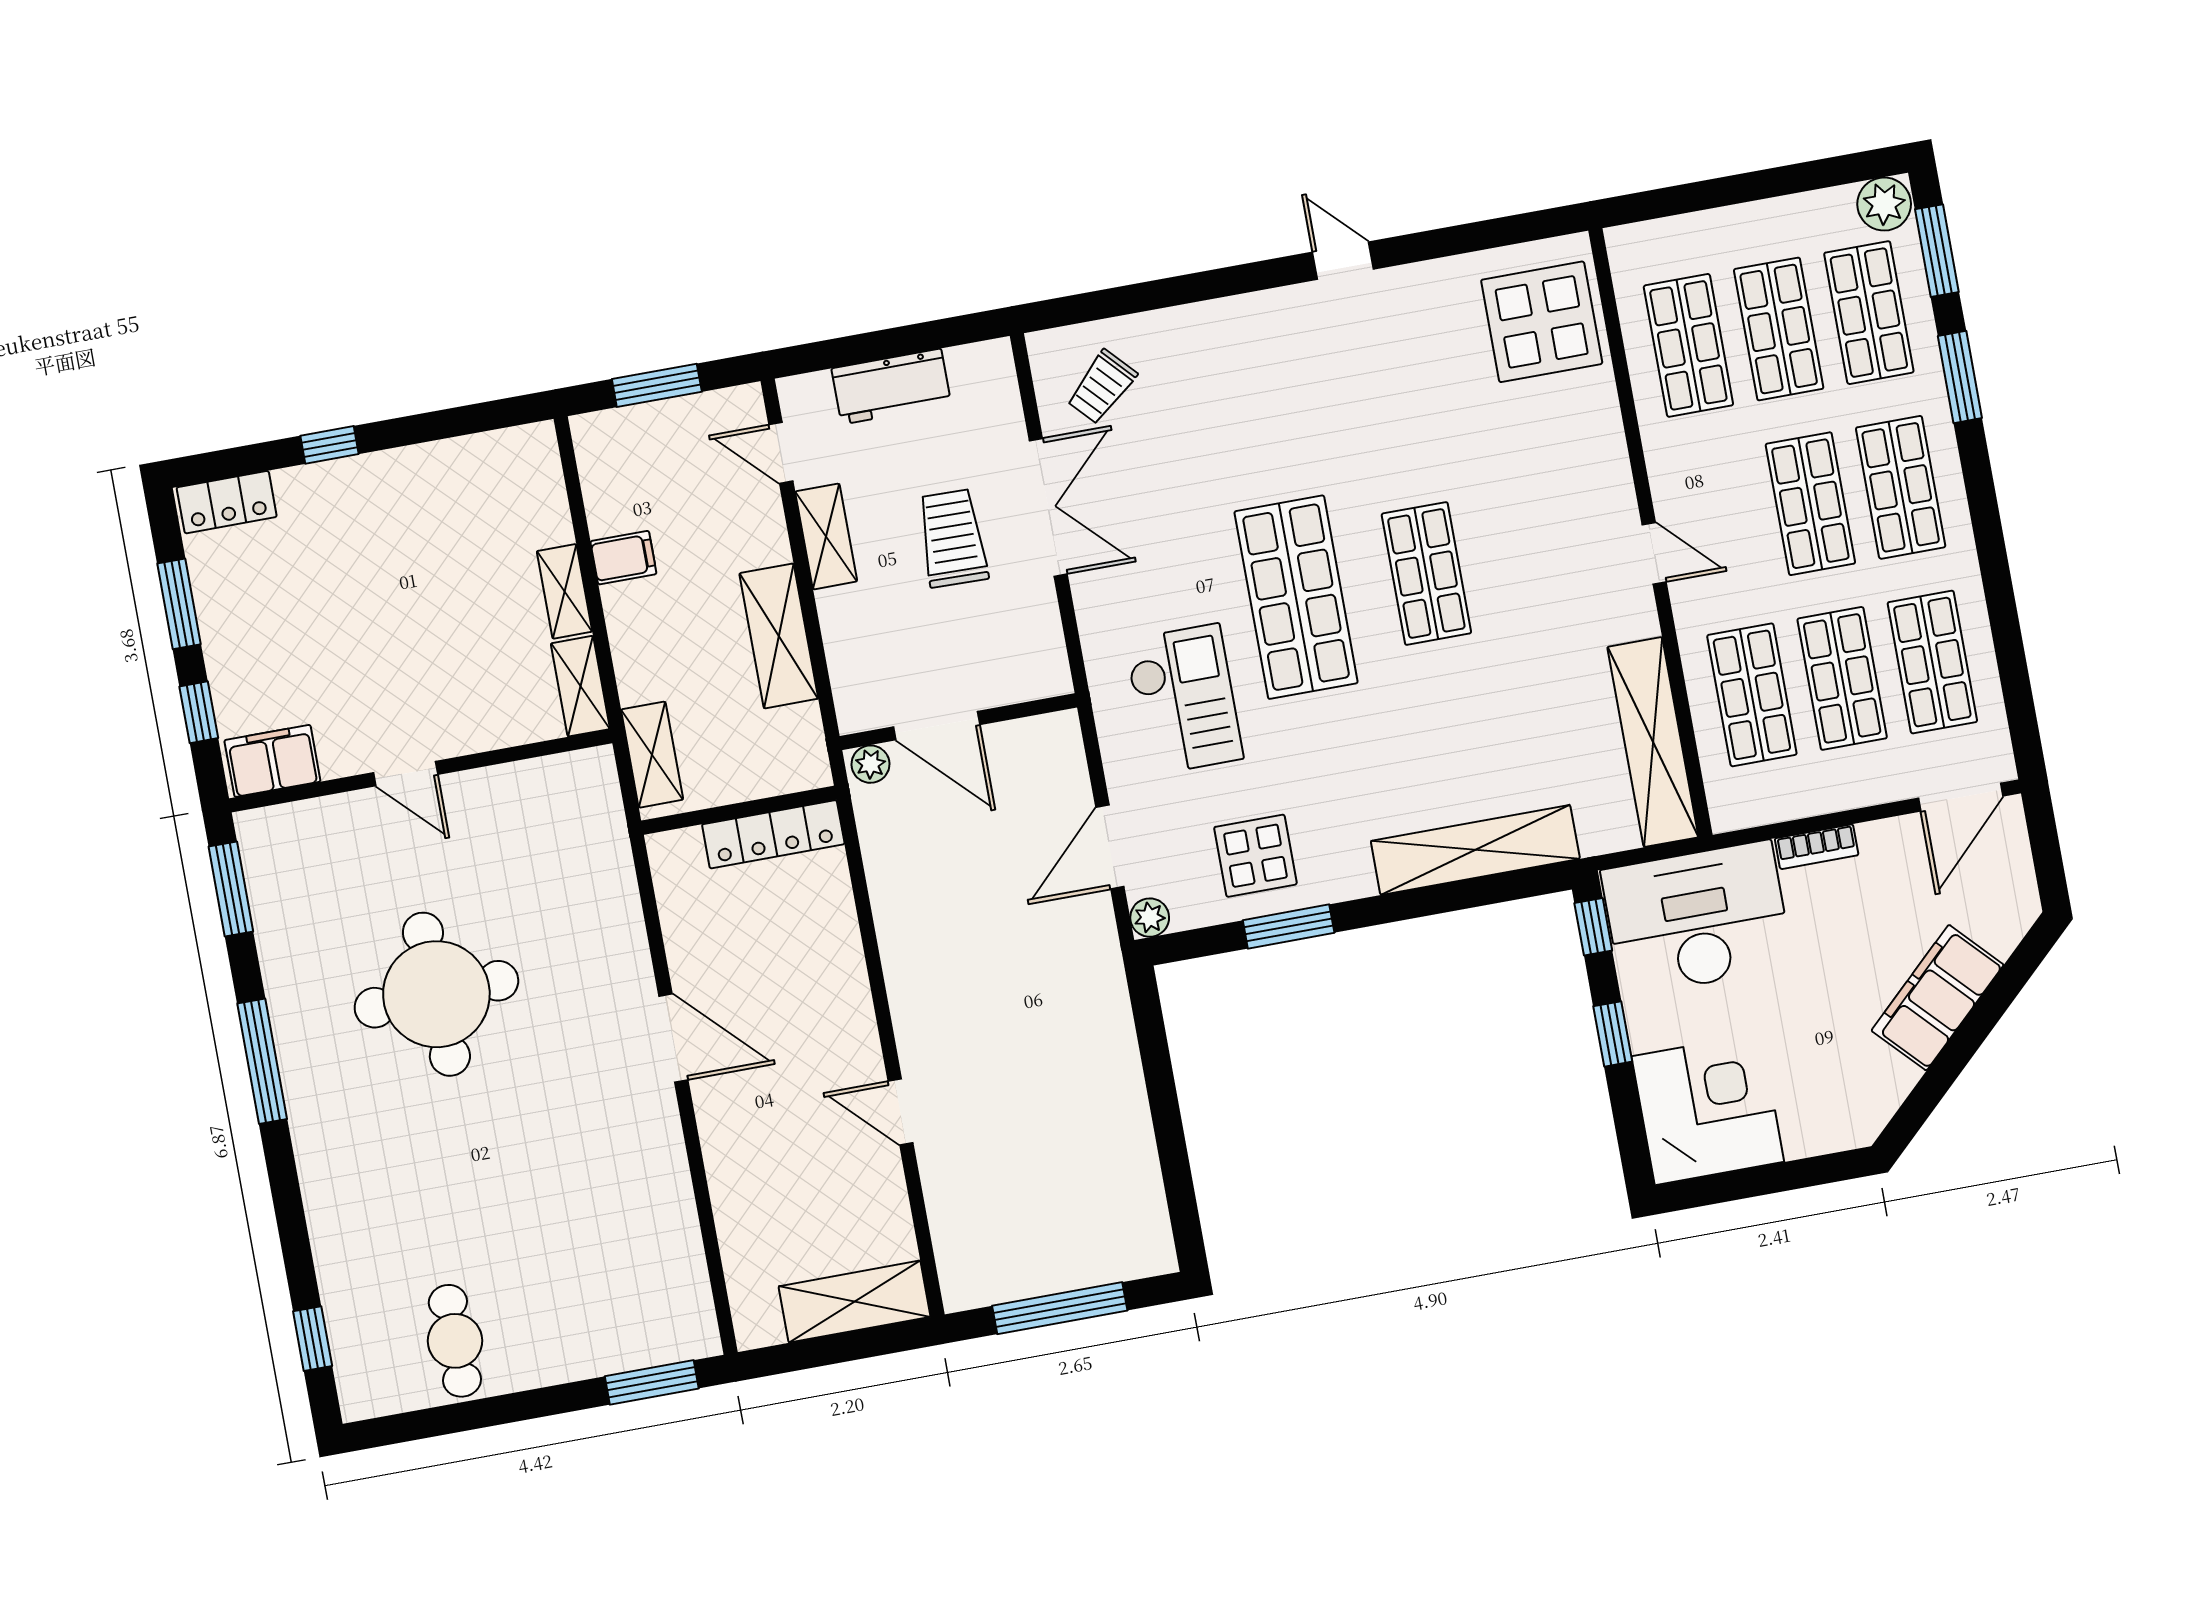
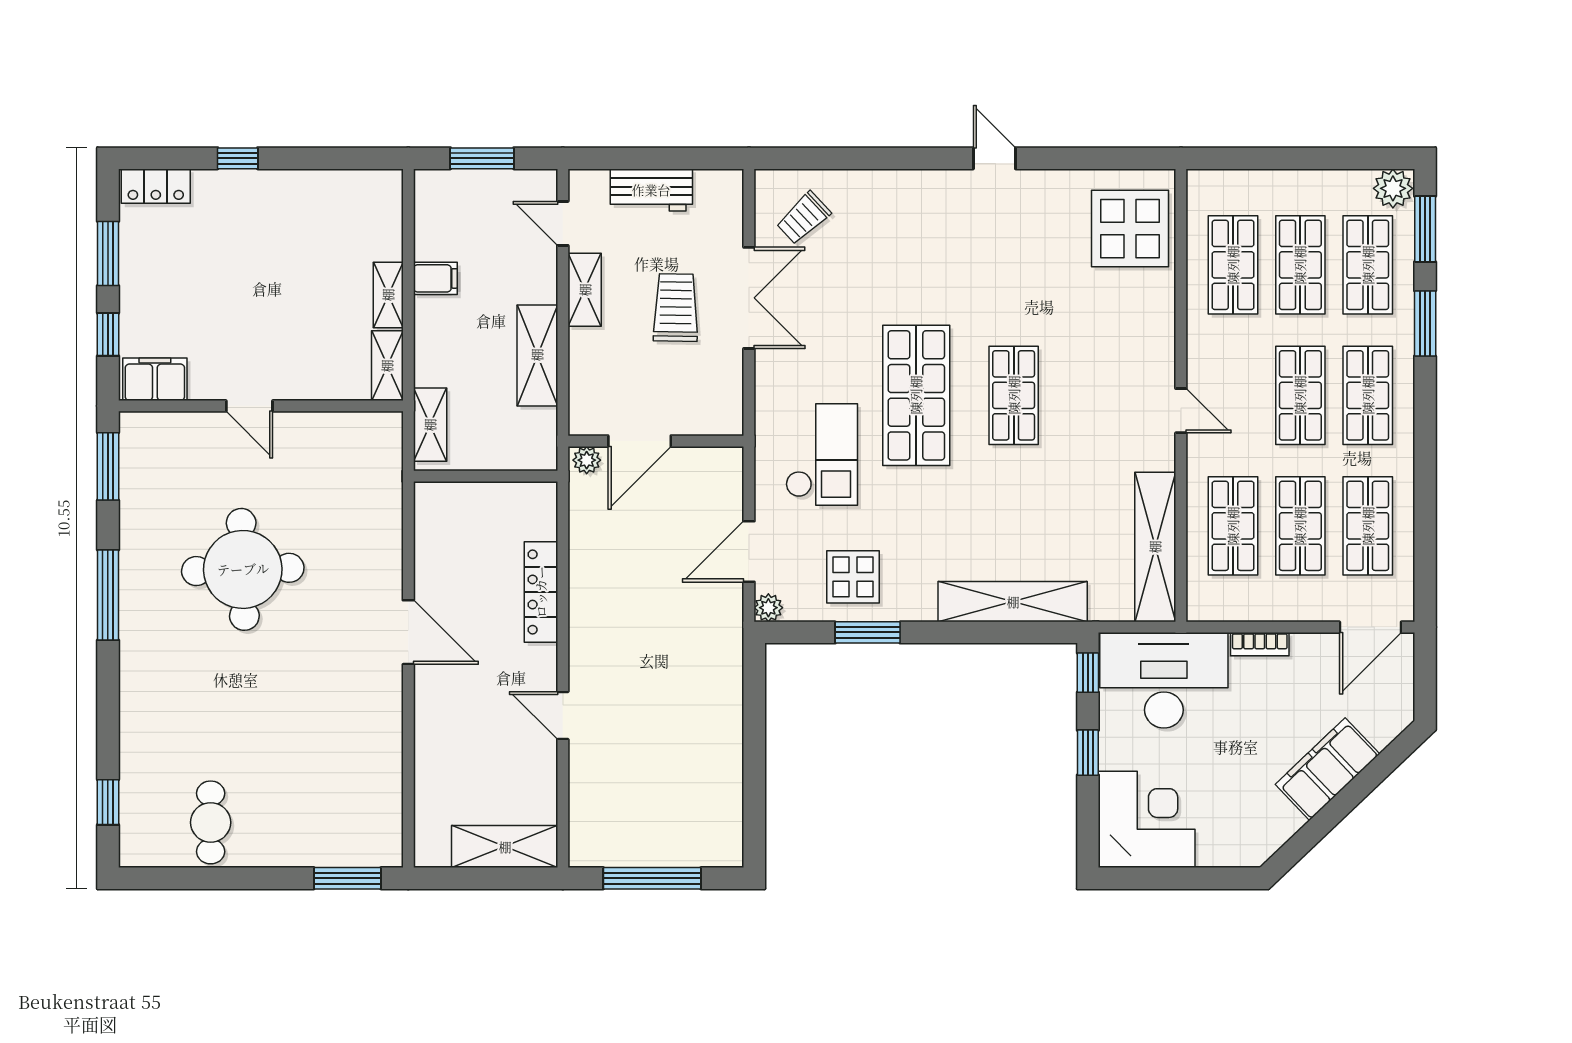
door: (937, 726) -> (640, 441), hinge flipped
locker: (773, 834) -> (541, 592), moved, turned 90

